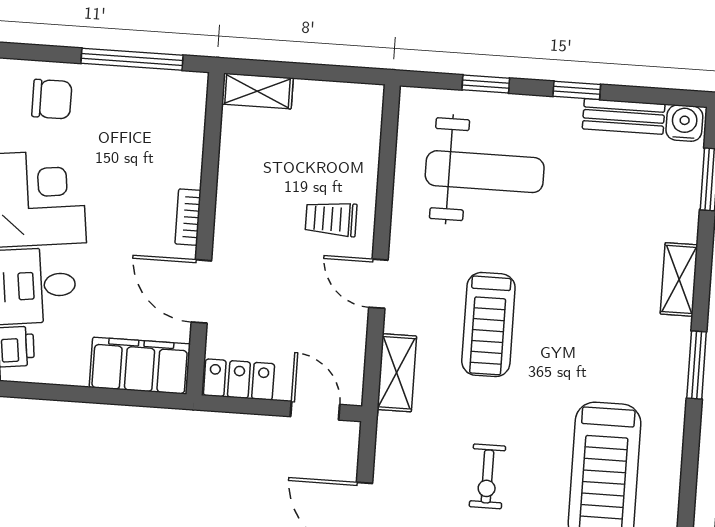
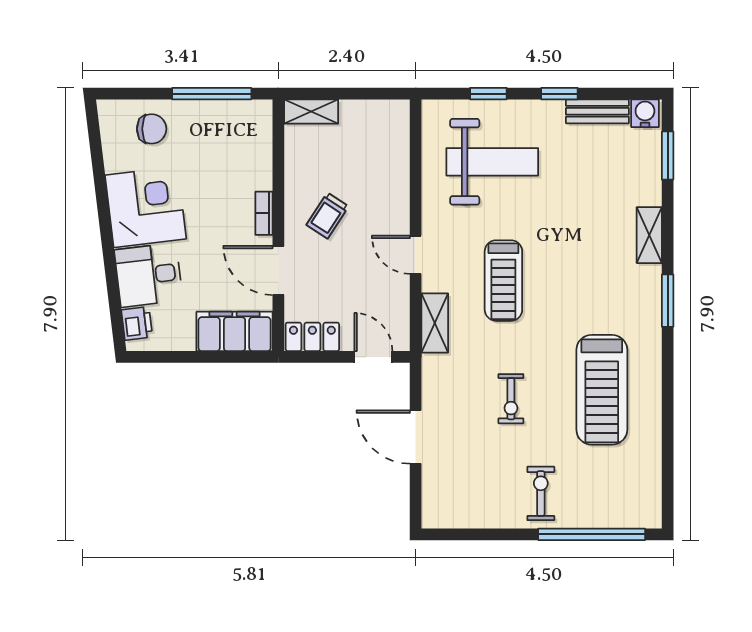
trolley: (331, 219) -> (327, 216), moved, turned -57

